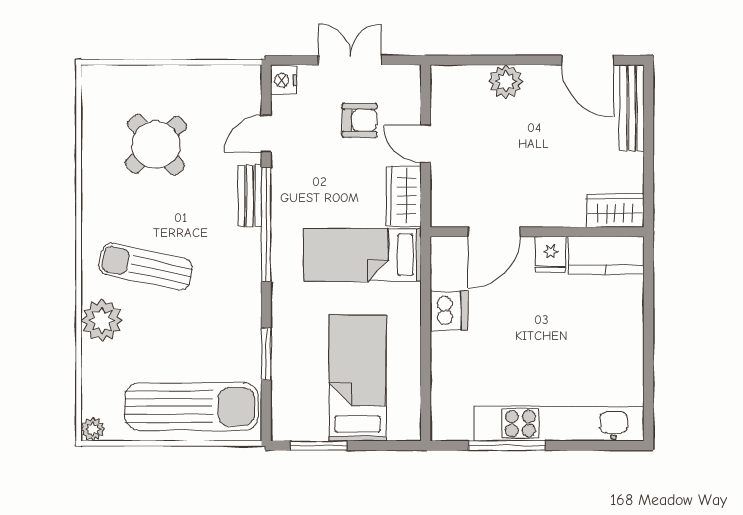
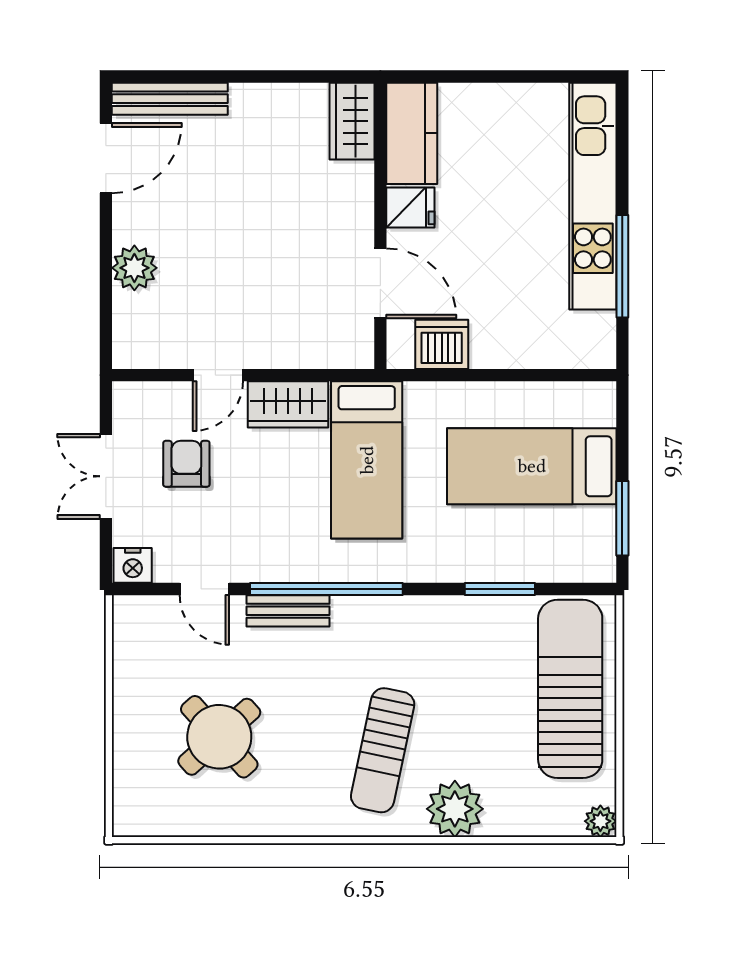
wardrobe: (615, 211) -> (352, 121), moved
door: (494, 232) -> (380, 283), moved
wall: (537, 232) -> (380, 226), moved
fridge: (551, 254) -> (410, 207), moved
kitchen counter: (606, 255) -> (412, 133), moved

